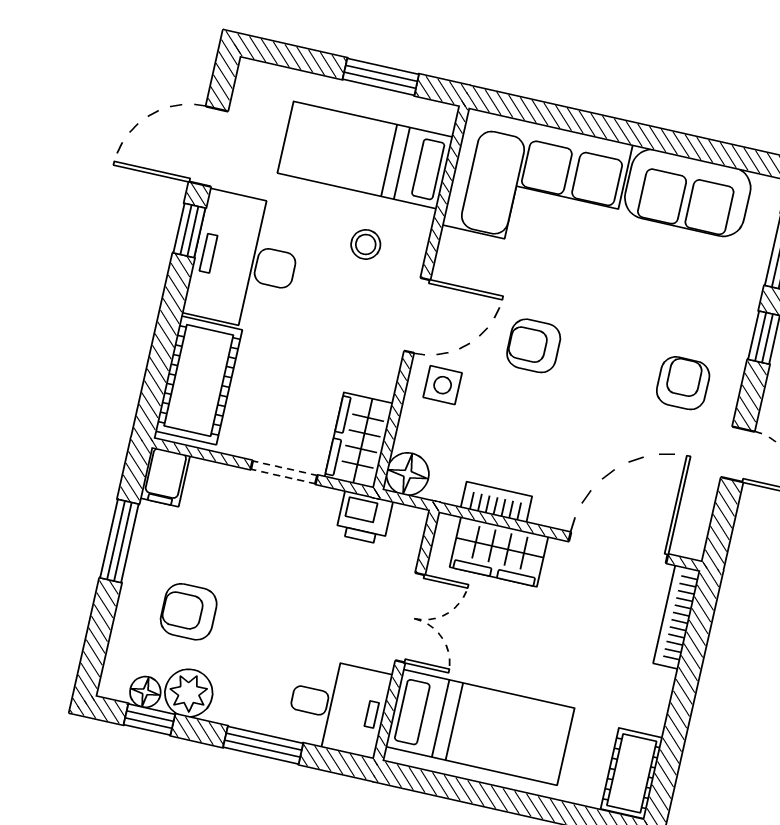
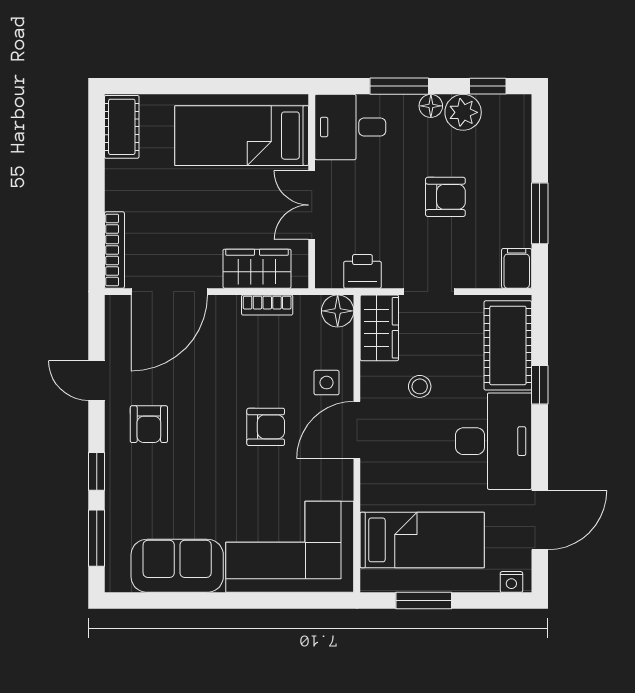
nightstand: (263, 75) -> (511, 582), added
window: (189, 230) -> (540, 385), moved
stool: (366, 244) -> (420, 386), moved
armchair: (189, 612) -> (445, 197), moved
floor lamp: (145, 692) -> (431, 106), moved

